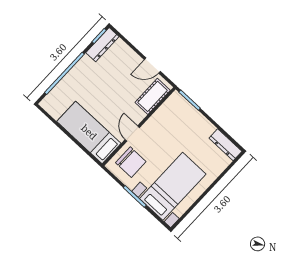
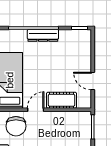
dresser: (102, 45) -> (43, 35), moved
cot: (153, 96) -> (62, 100), moved

